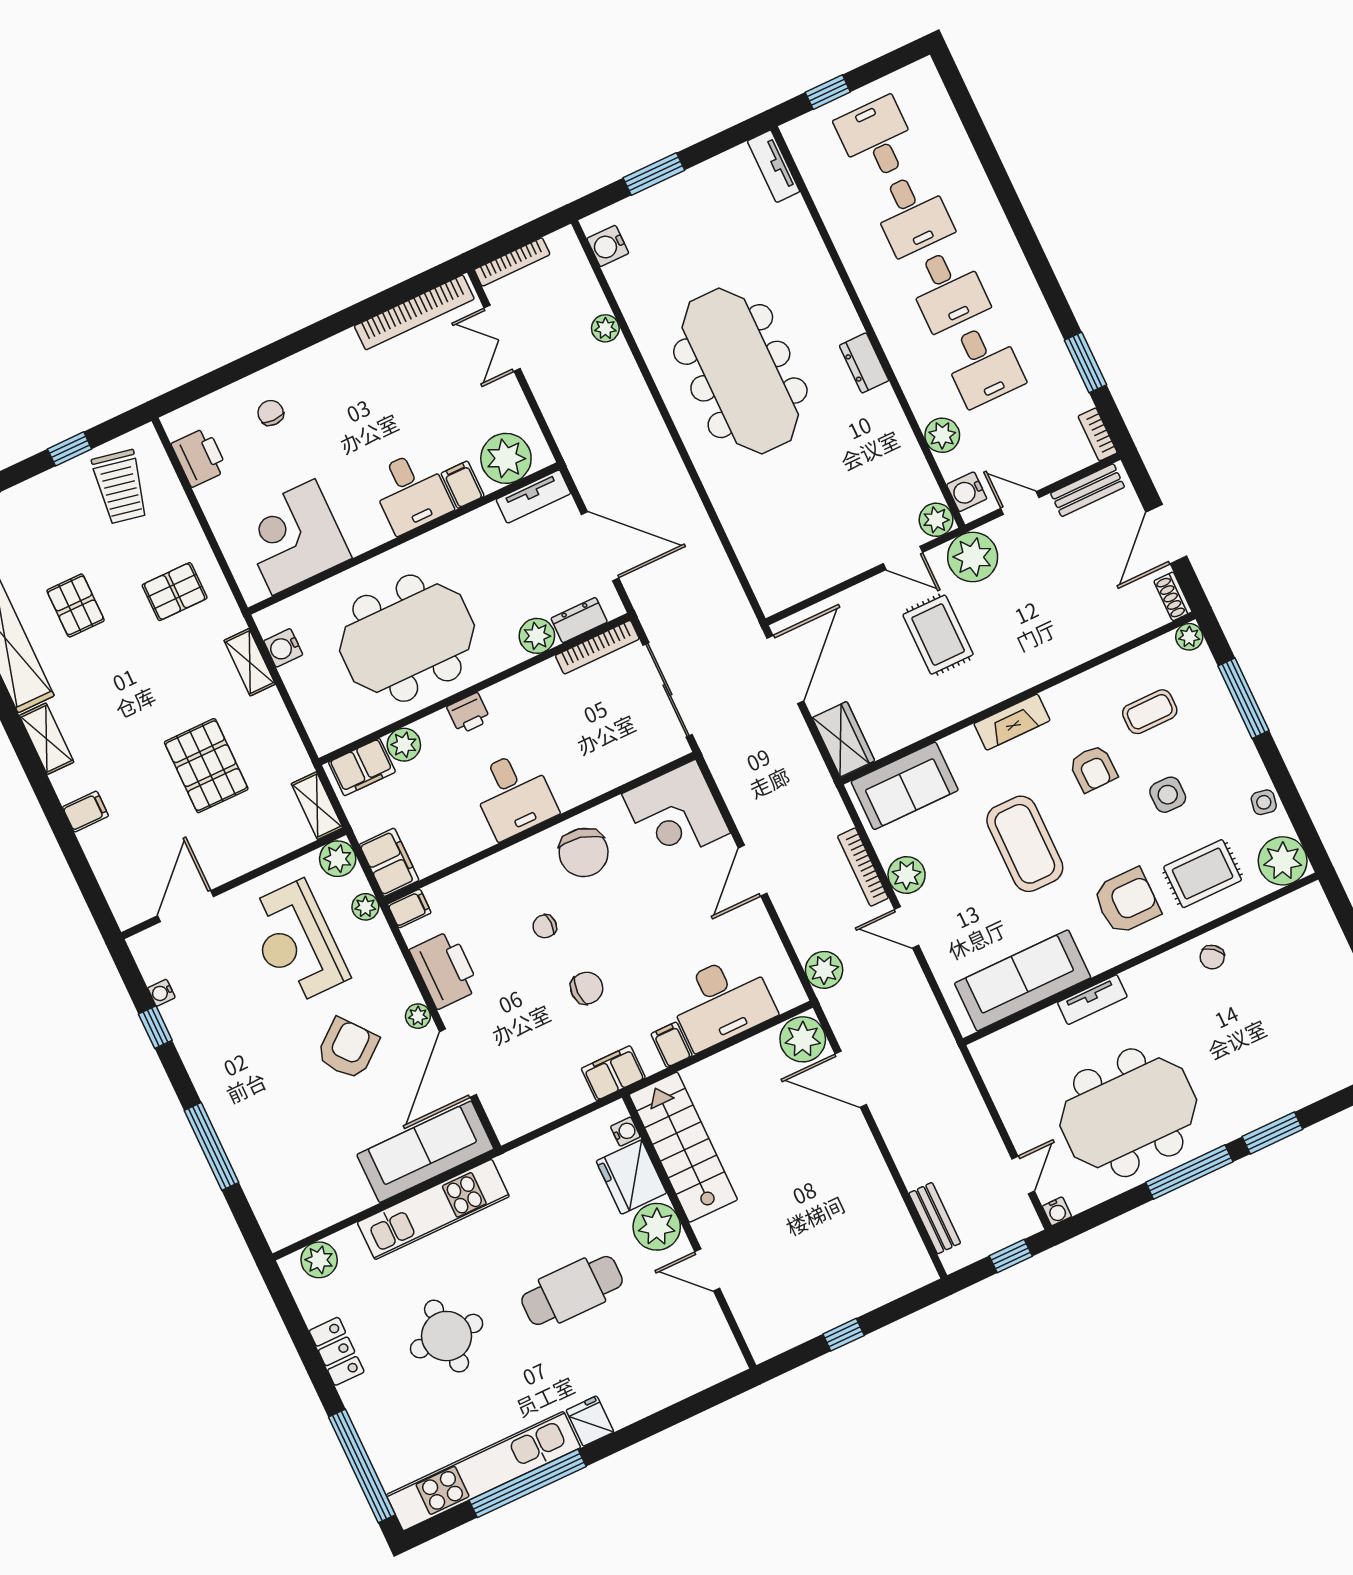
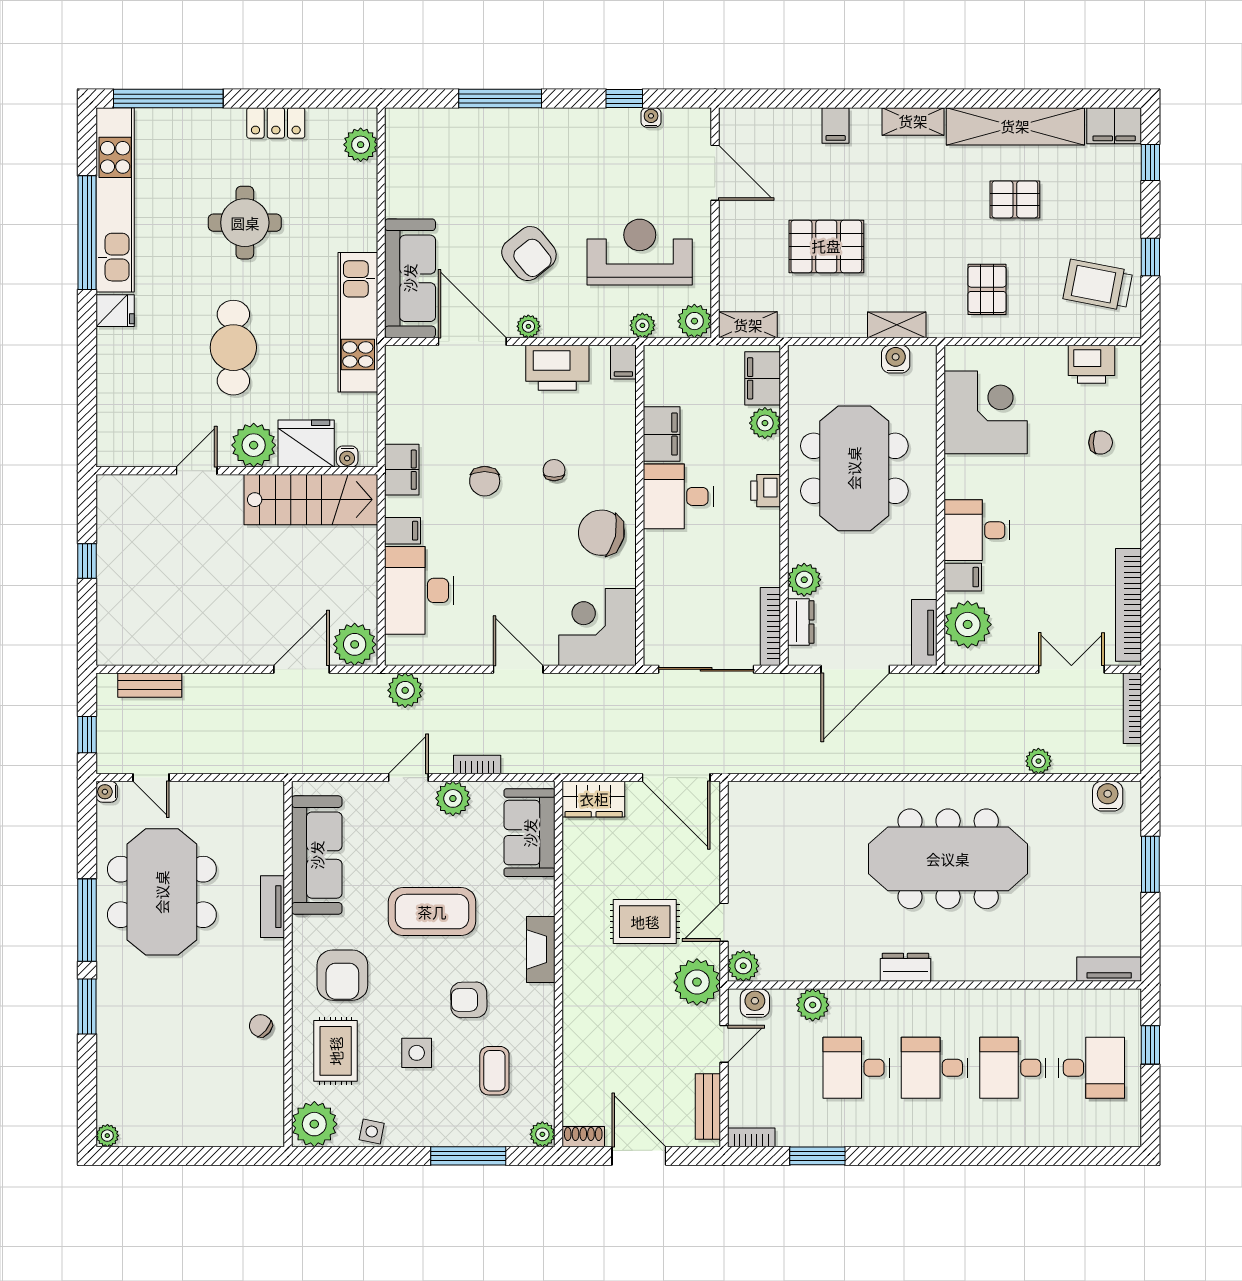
filing cabinet: (389, 862) -> (662, 434), moved, turned -90
bookcase: (863, 867) -> (477, 765), width x0.64
kitchen unit: (433, 1209) -> (358, 322), moved

